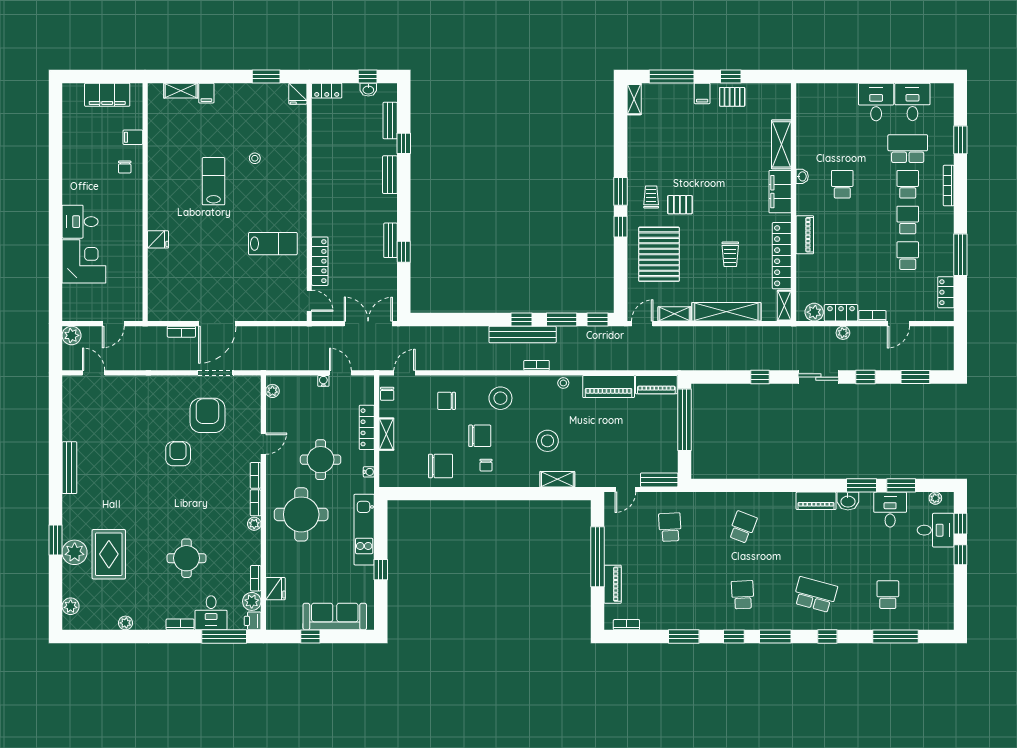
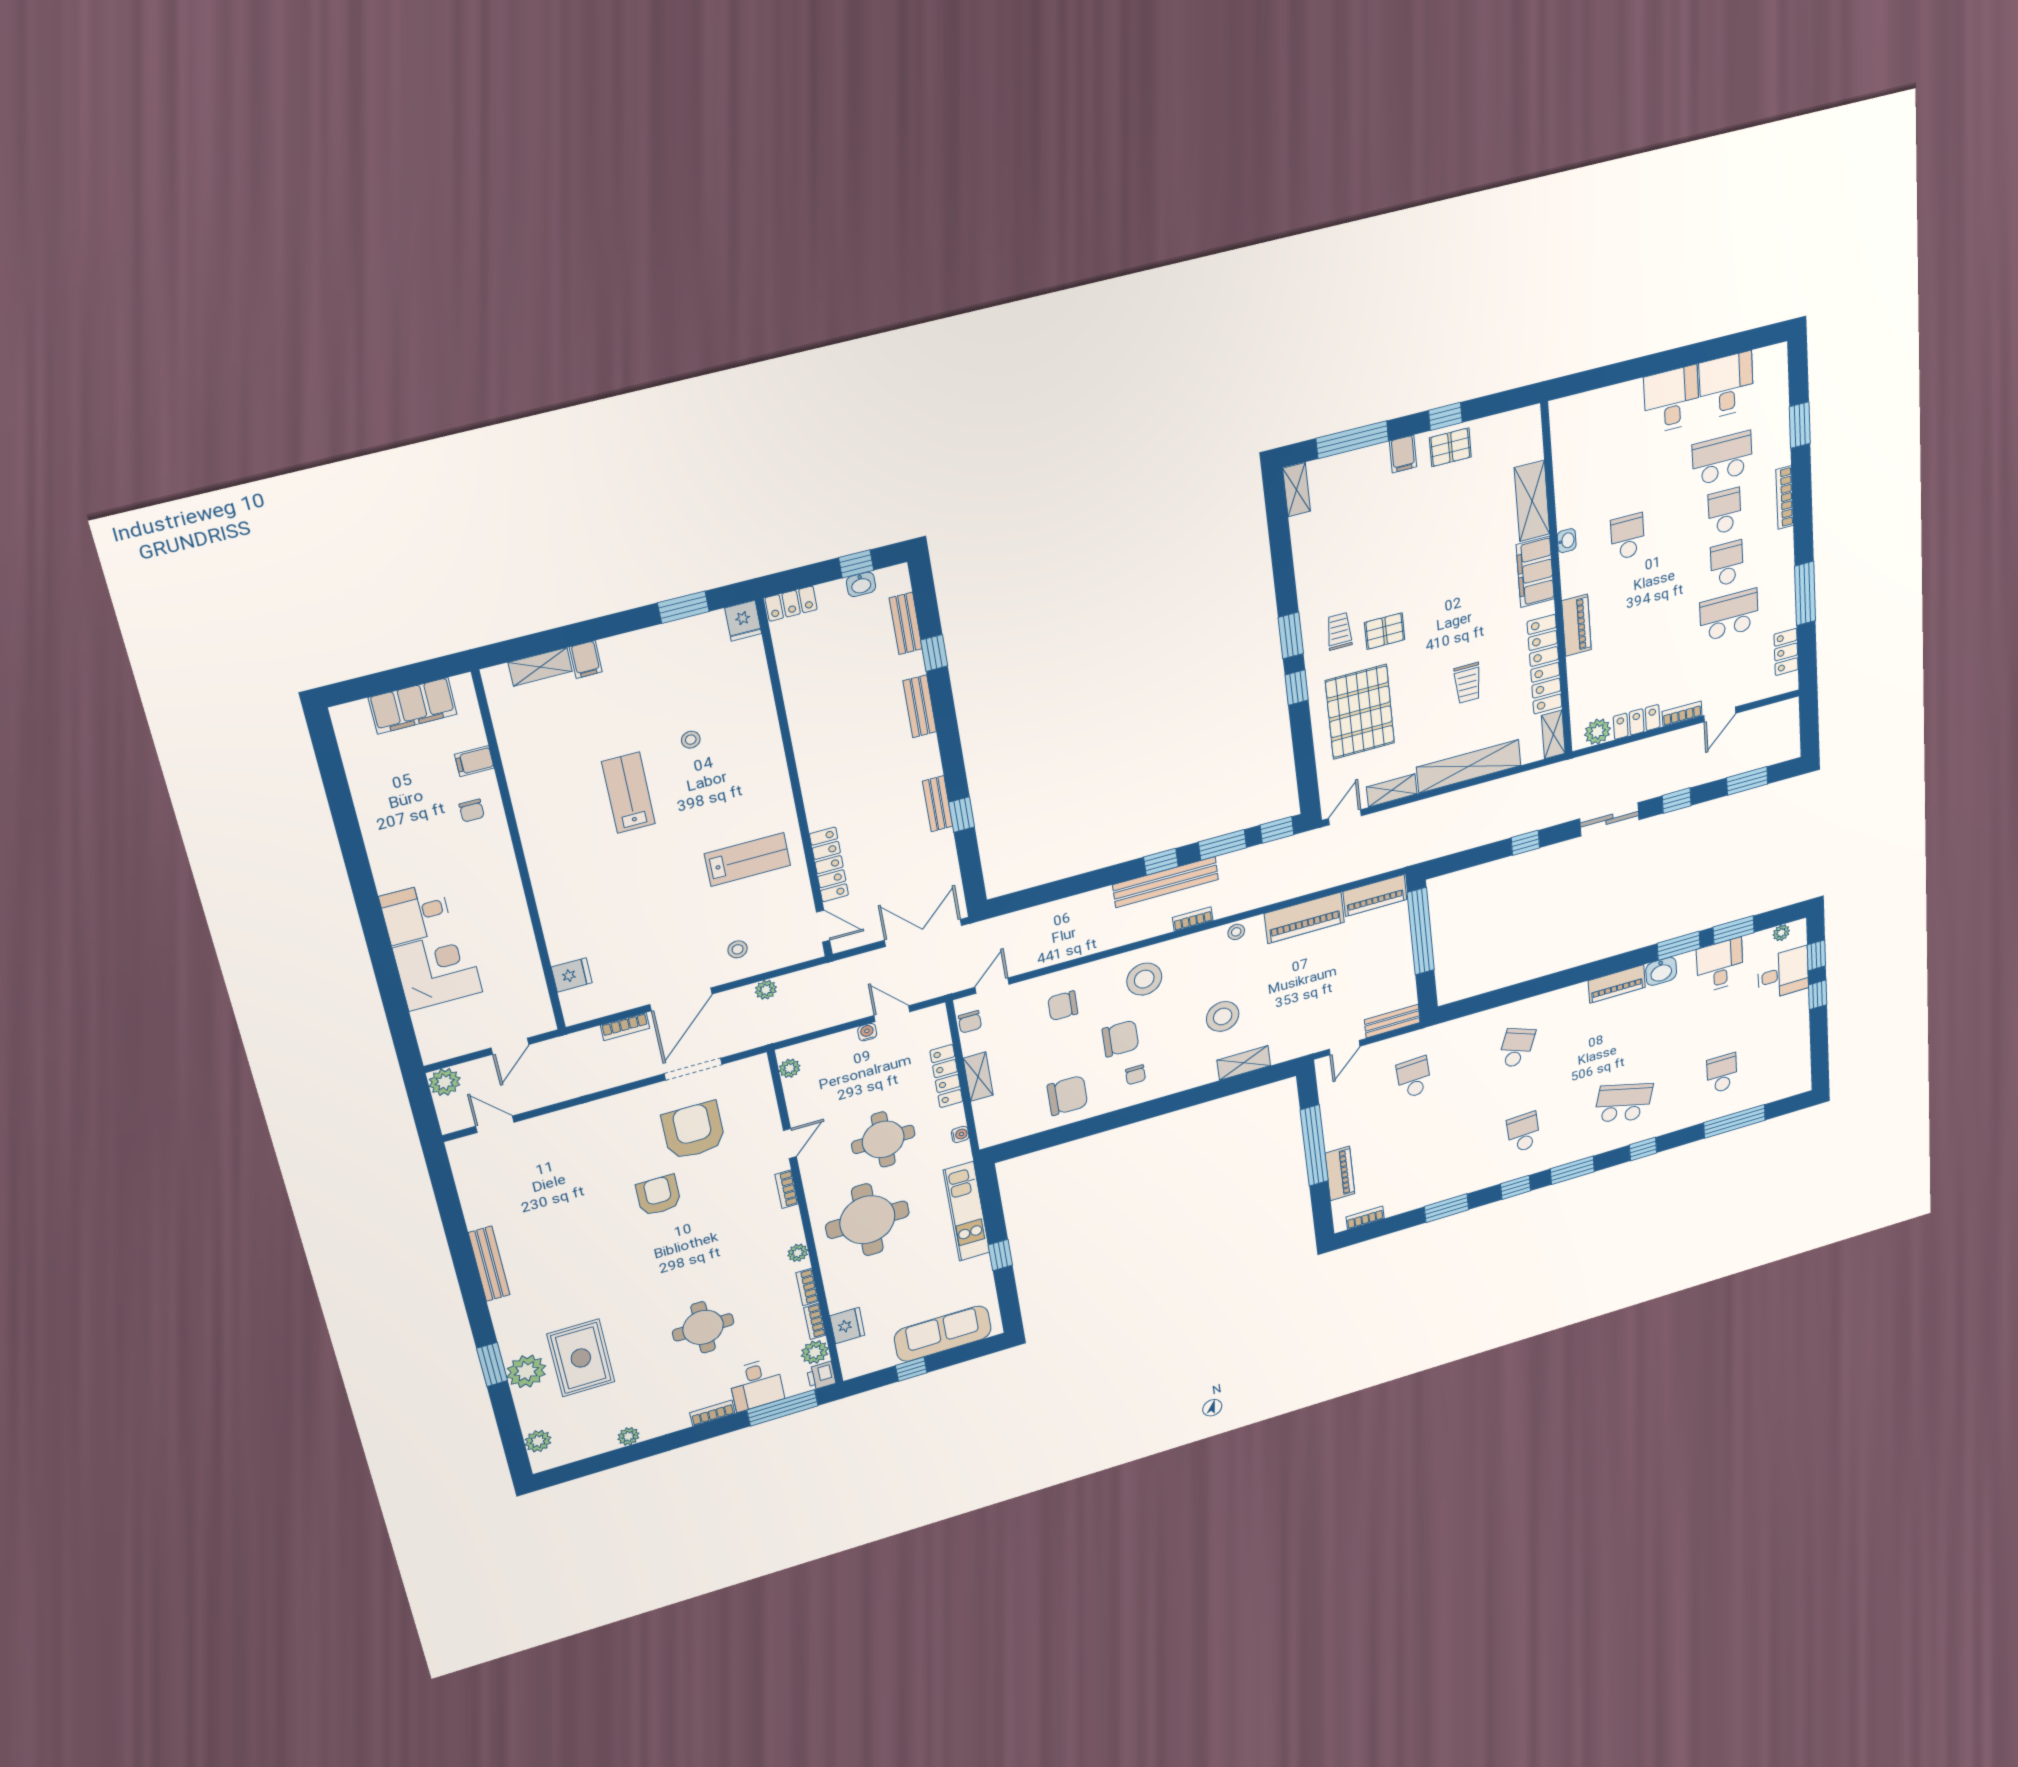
fridge: (158, 239) -> (572, 975), moved
school desk: (908, 256) -> (1729, 615), width x1.85
stool: (256, 301) -> (738, 949), added
plant: (843, 333) -> (766, 990), moved
bookcase: (256, 503) -> (807, 1287), moved

